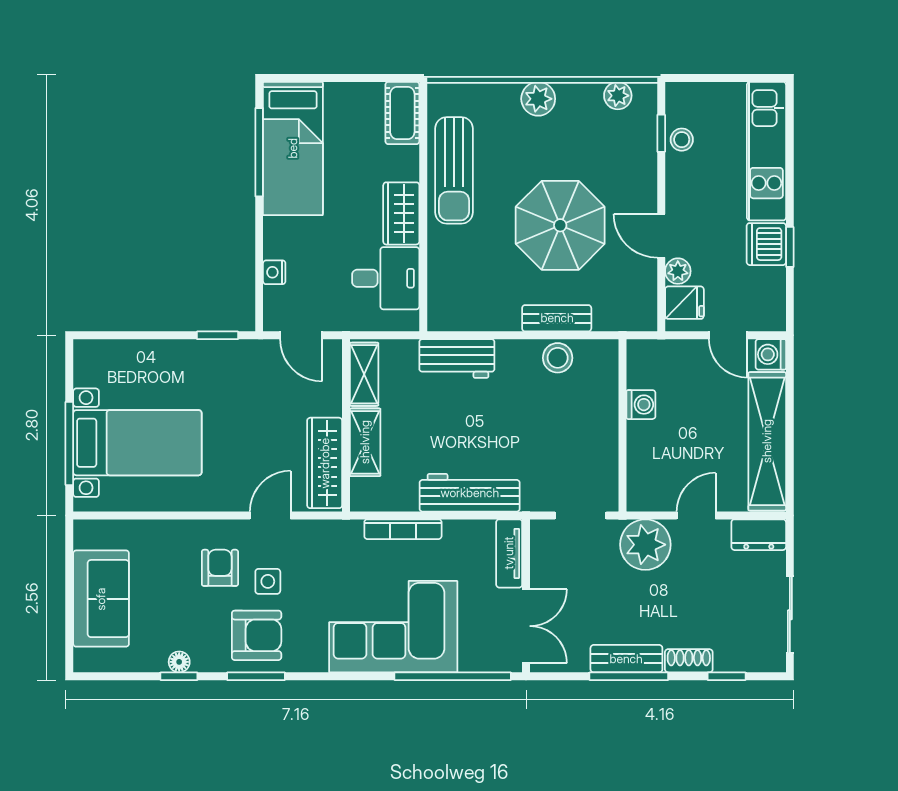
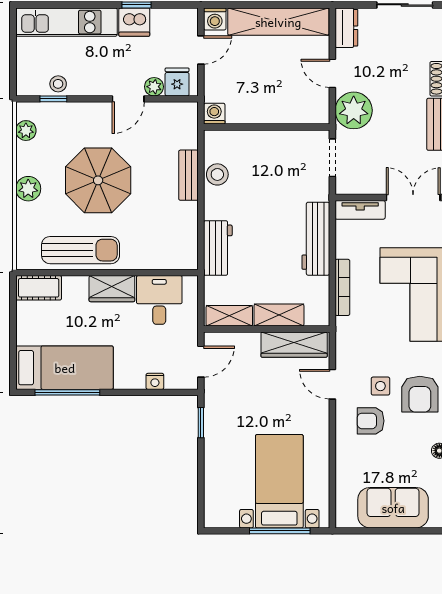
parasol: (560, 225) -> (98, 180), moved
washing machine: (641, 405) -> (214, 114), moved
armchair: (257, 635) -> (420, 394), turned 180

